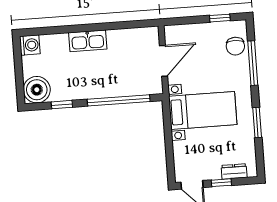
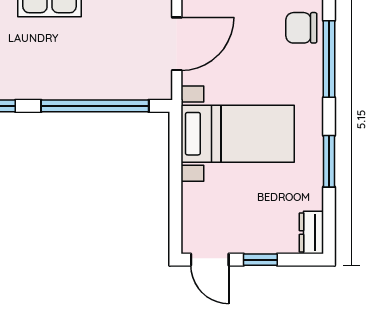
chair: (235, 46) -> (301, 28), turned 90
dresser: (234, 171) -> (311, 233), moved, turned -90

